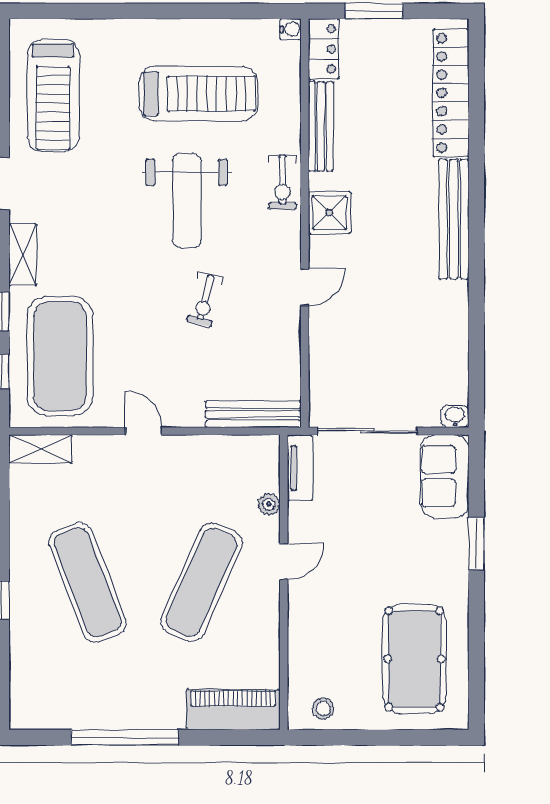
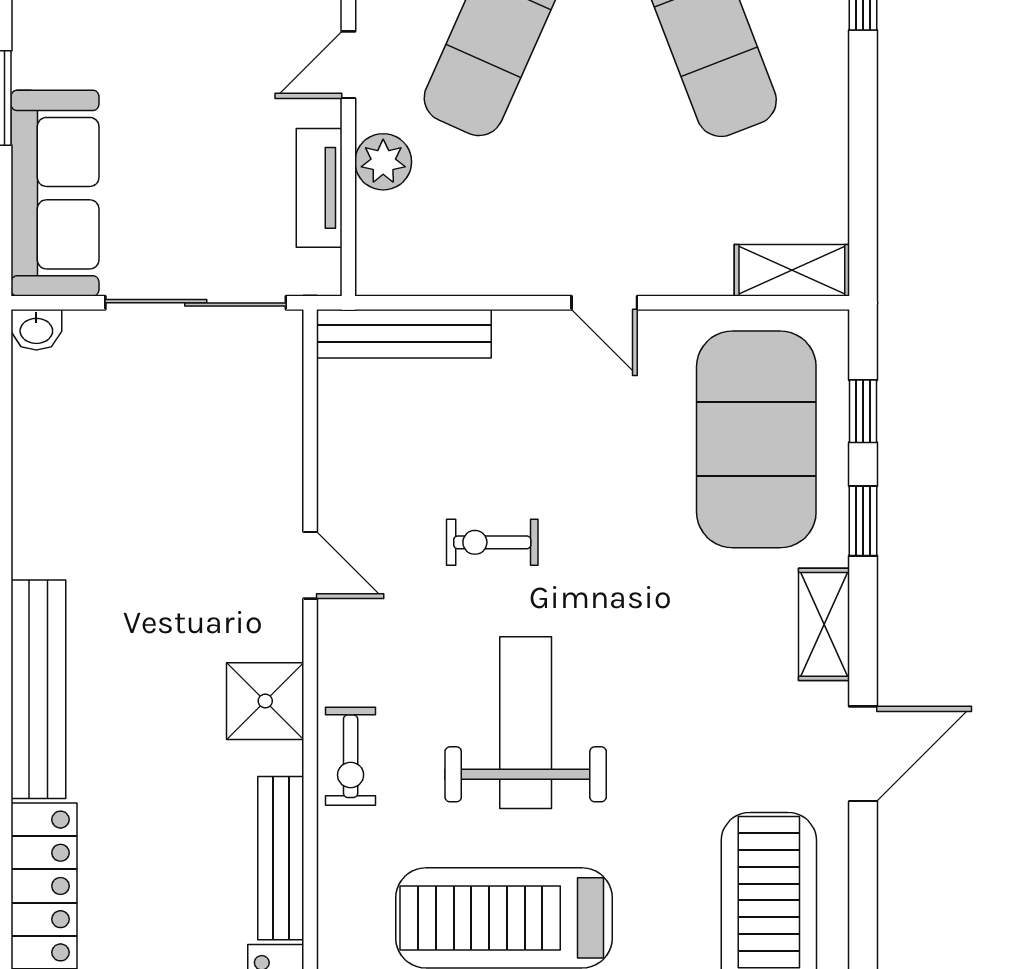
exercise bike: (283, 182) -> (351, 756), turned 180
door: (305, 287) -> (310, 565), swing flipped
exercise bike: (205, 300) -> (492, 542), turned -104
tv unit: (300, 468) -> (319, 188), moved
sofa: (445, 476) -> (55, 193), width x1.36
plant: (269, 504) -> (383, 162), width x1.38, depth x1.38

